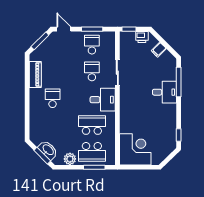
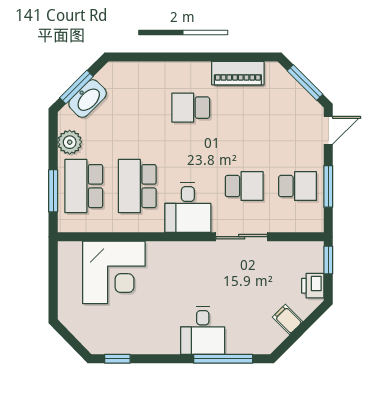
school desk: (53, 98) -> (191, 108), turned 180
school desk: (92, 125) -> (137, 186), turned 180
corner desk: (135, 149) -> (114, 272), moved

